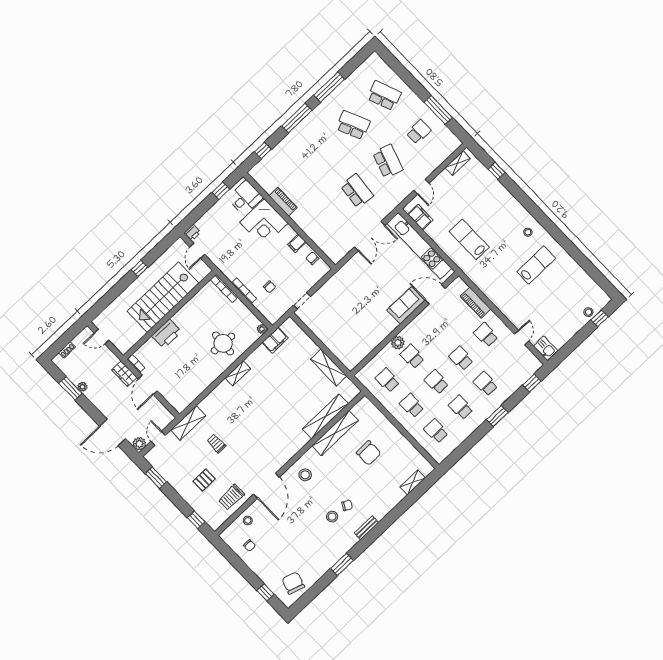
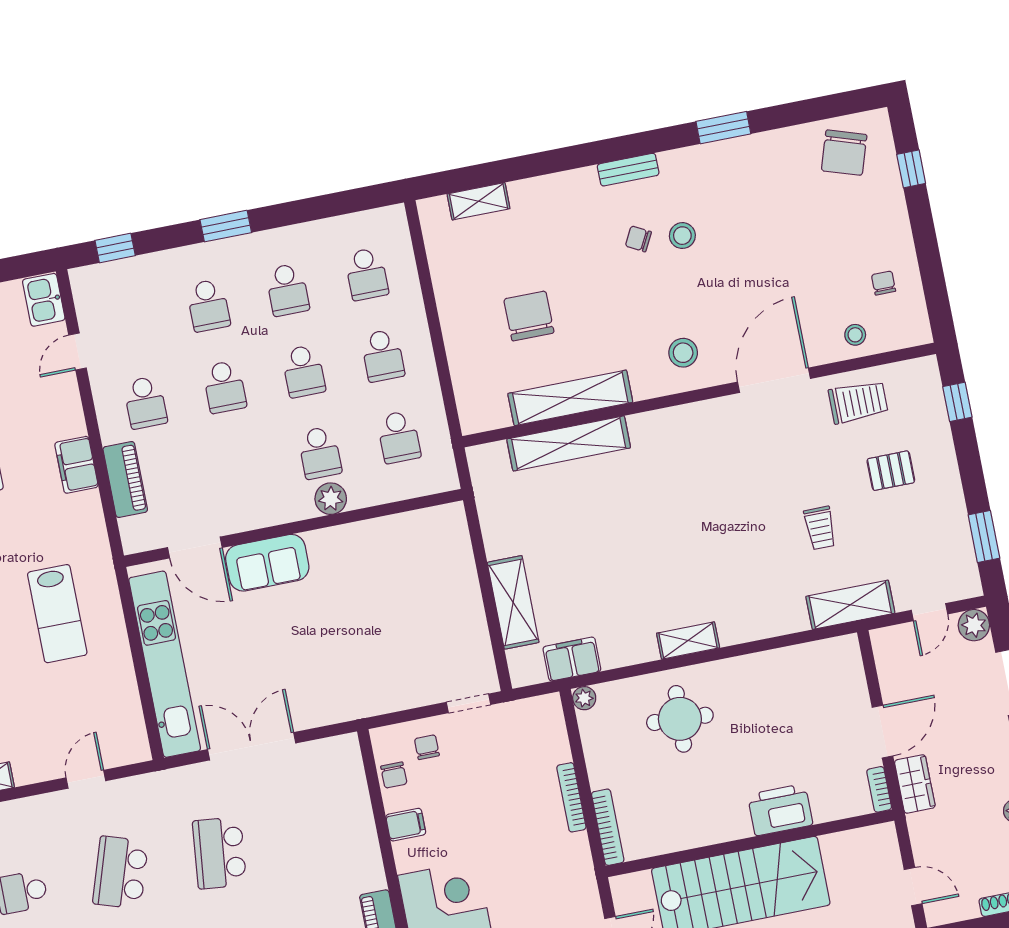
filing cabinet: (420, 217) -> (76, 465), moved
chair: (269, 287) -> (427, 747), moved
shelving: (329, 368) -> (513, 602), moved

